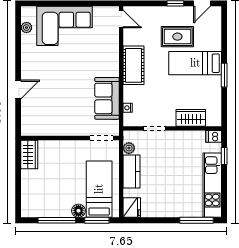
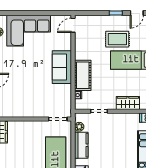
door: (121, 19) -> (73, 25), swing flipped
cot: (133, 65) -> (83, 75), moved
sofa: (107, 98) -> (62, 67), moved

